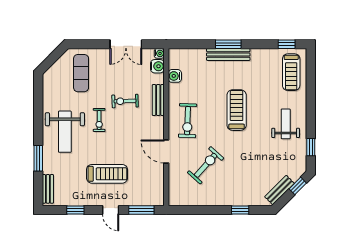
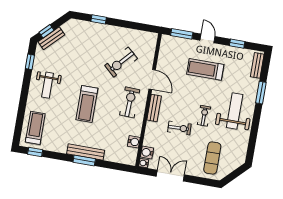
bench: (158, 100) -> (154, 108), moved
bench: (279, 190) -> (51, 38), moved

